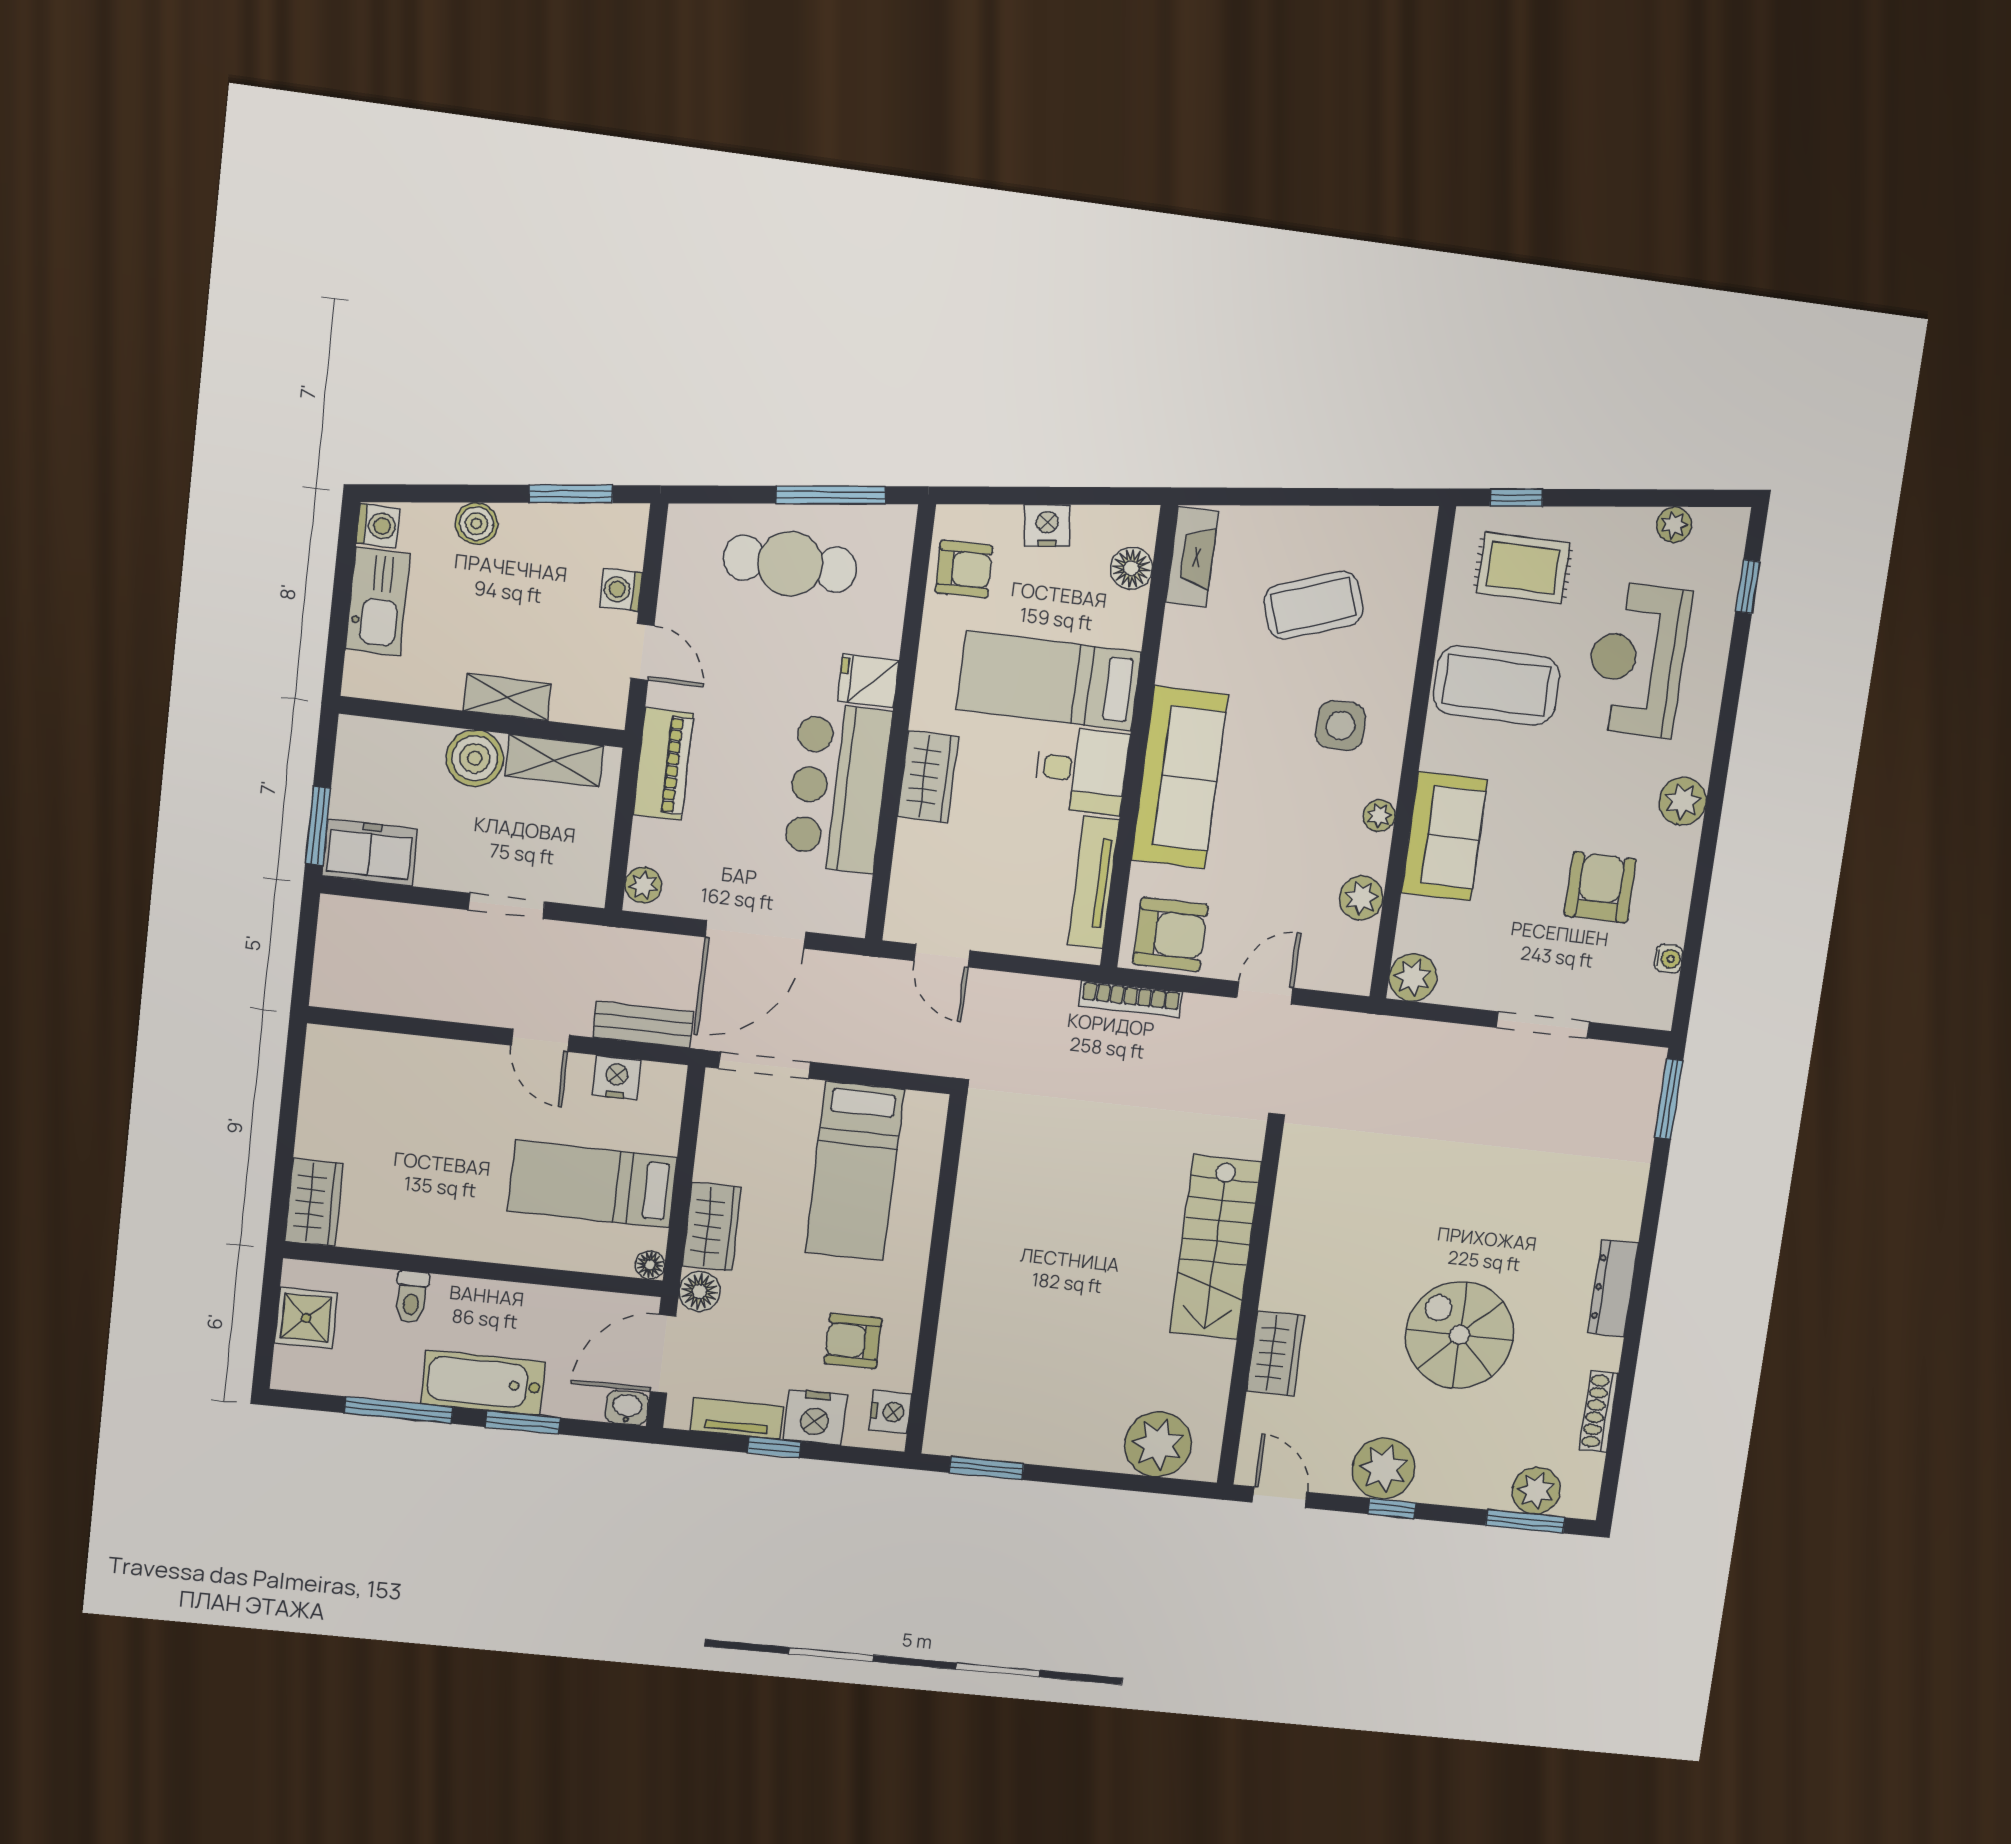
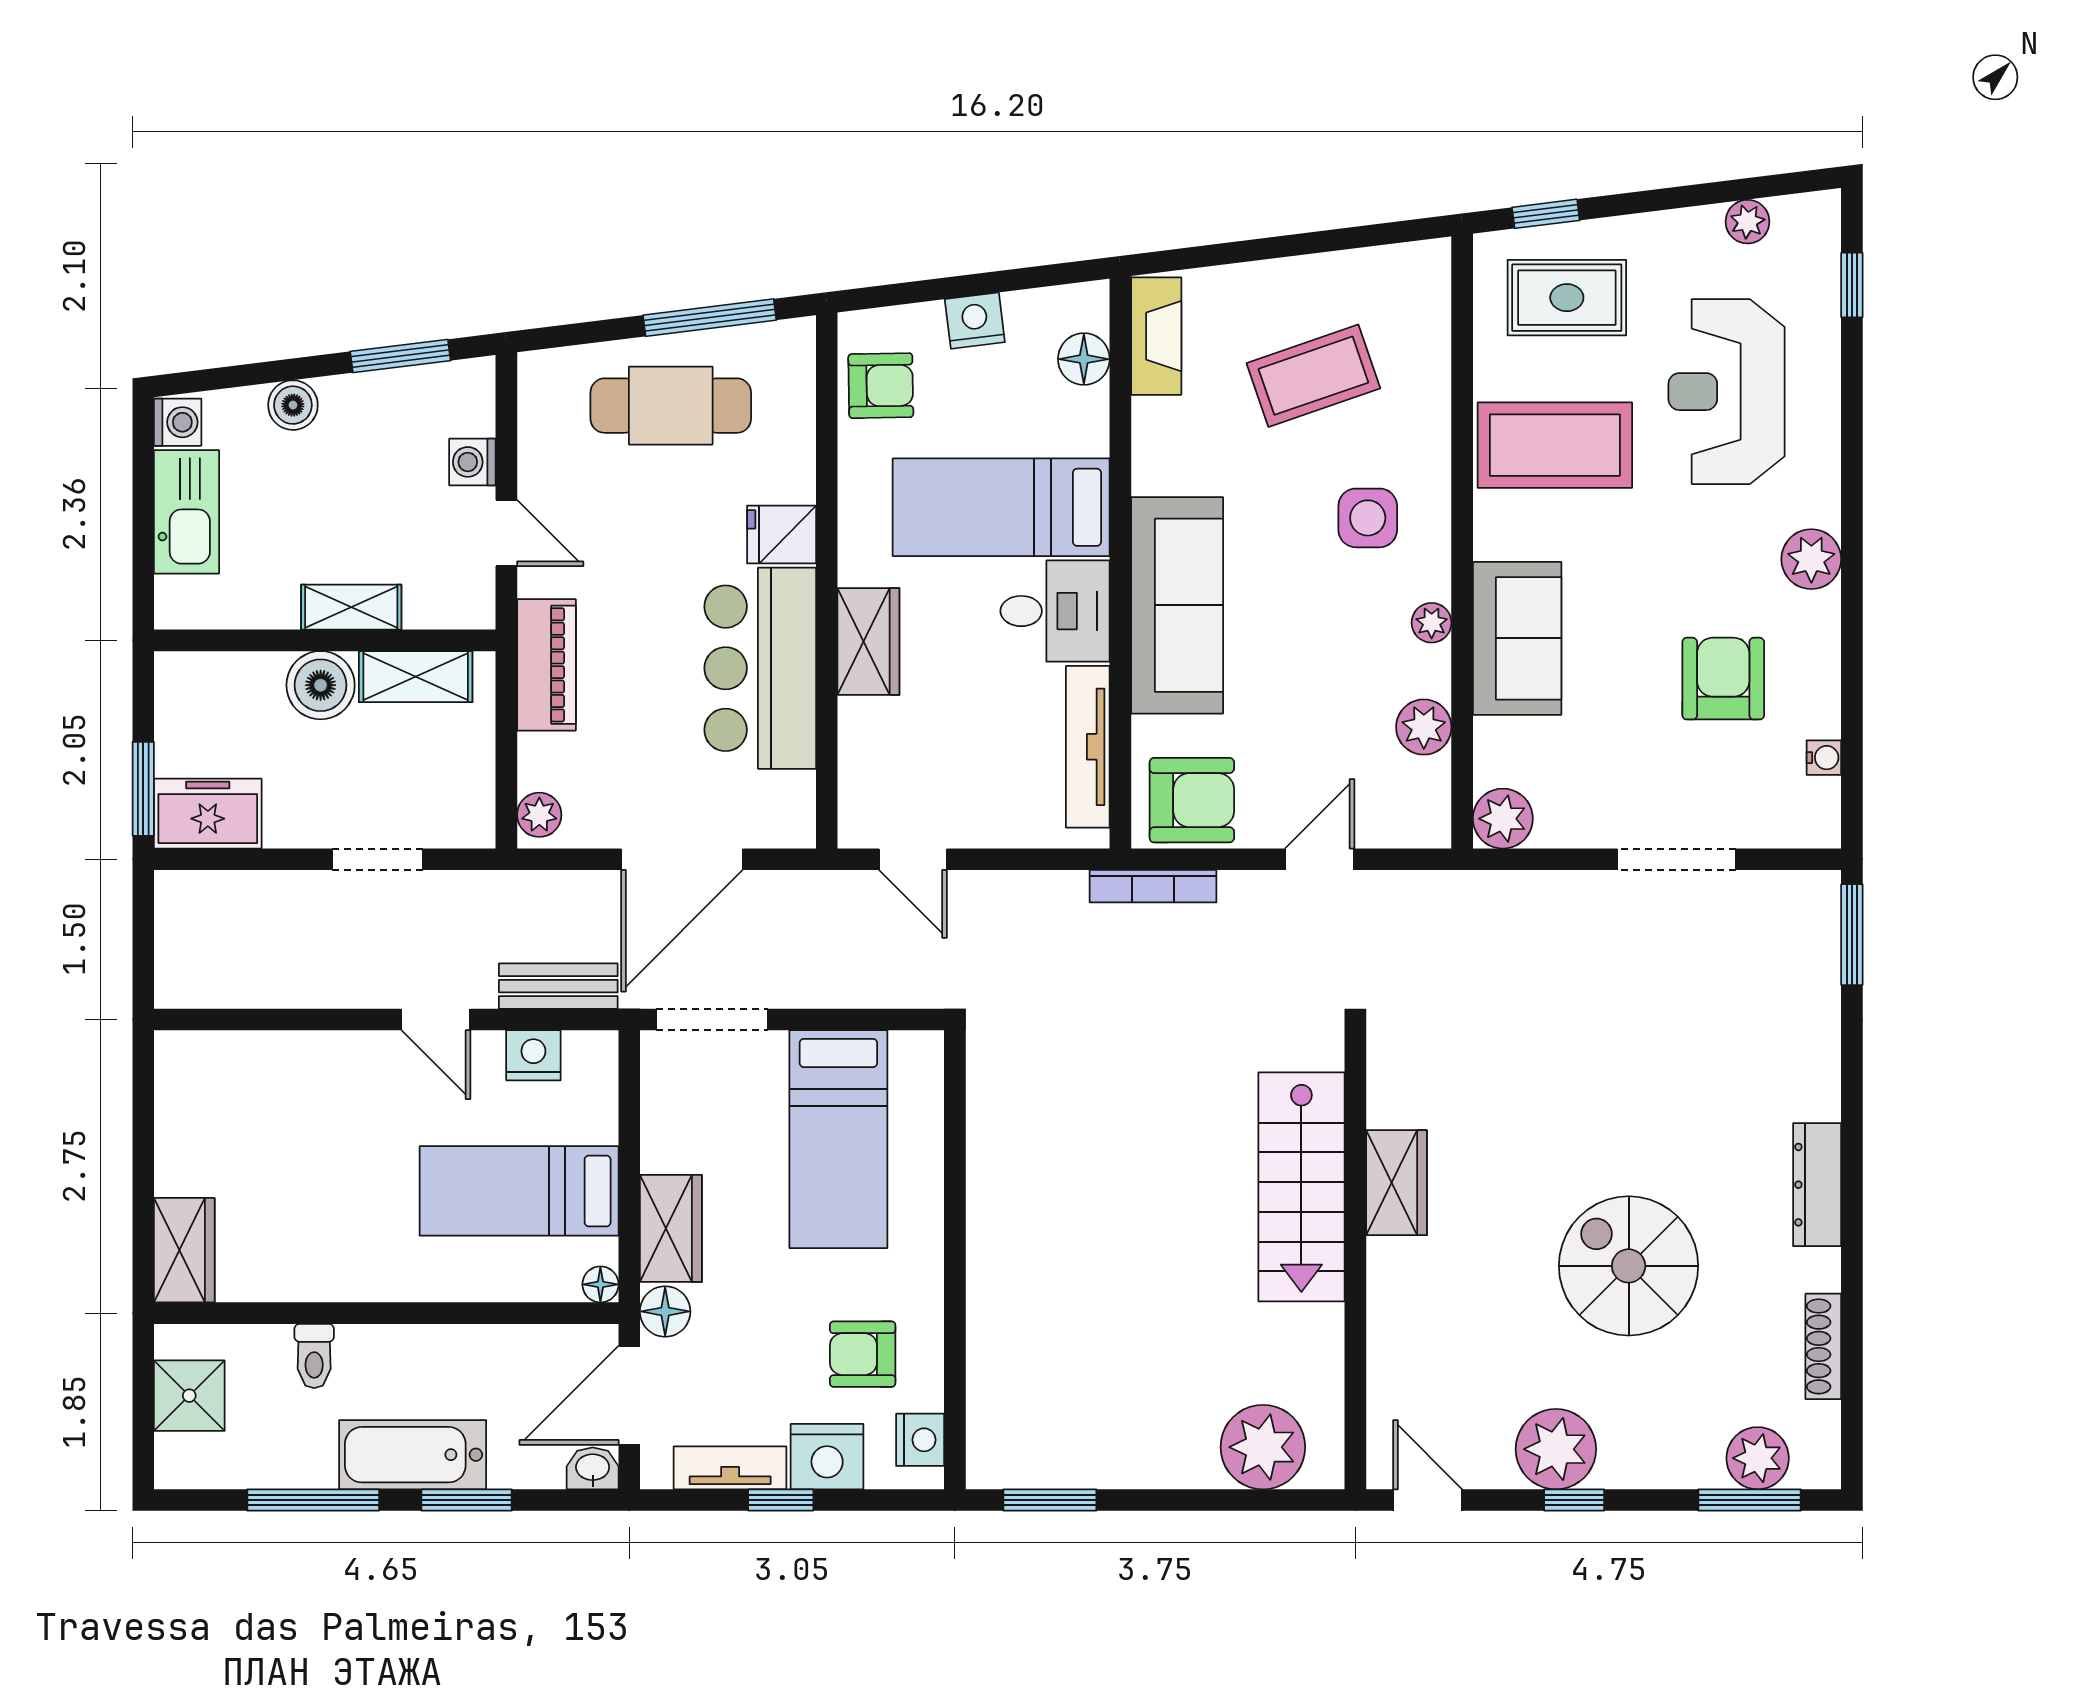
wardrobe: (1276, 1353) -> (1396, 1183), moved

